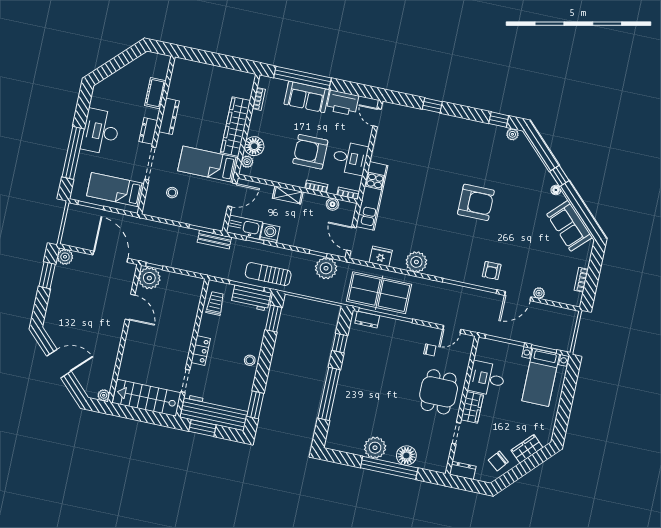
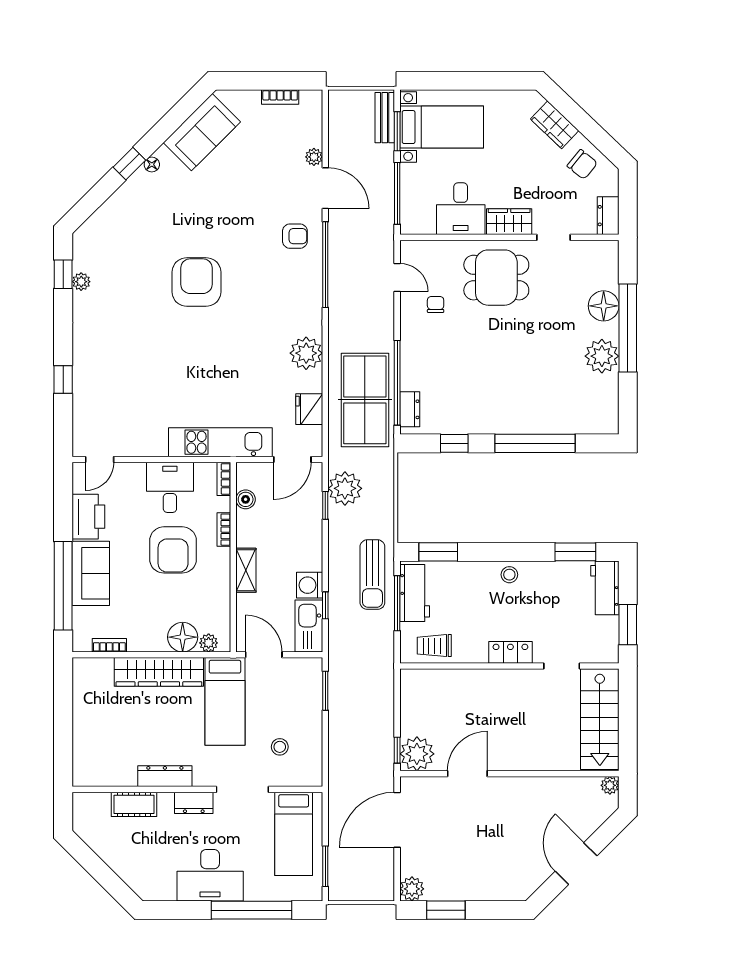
plant: (512, 134) -> (81, 282), moved
bench: (214, 240) -> (385, 118), moved
workbench: (214, 413) -> (605, 588), width x0.53, depth x0.76

